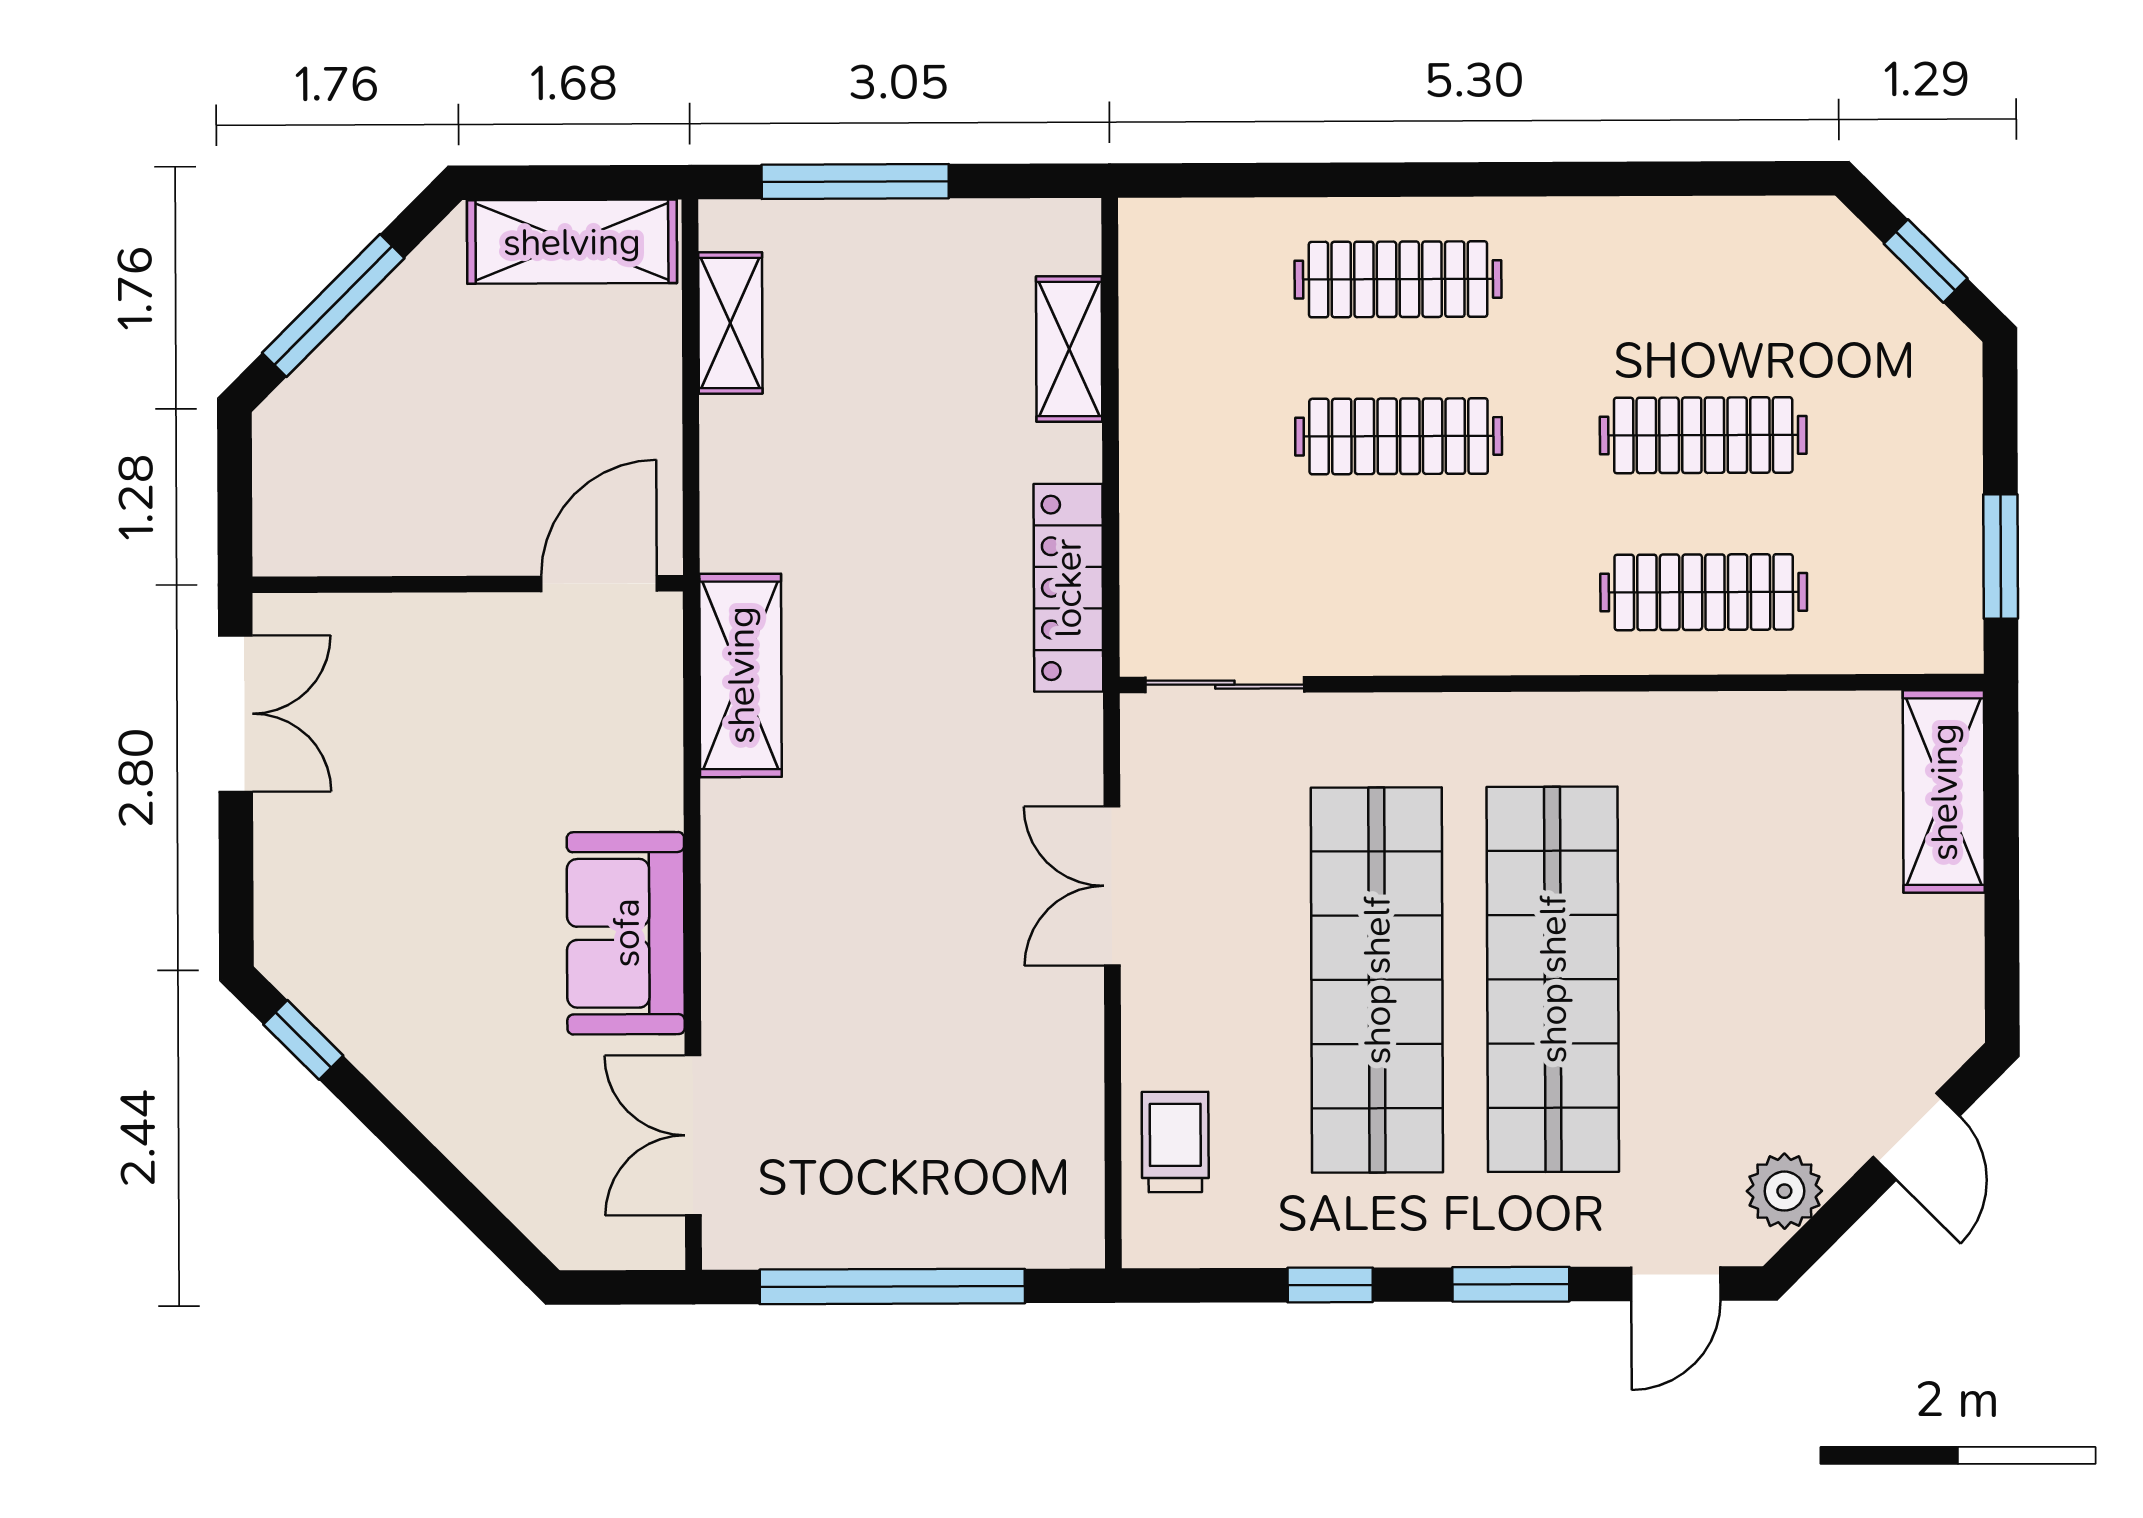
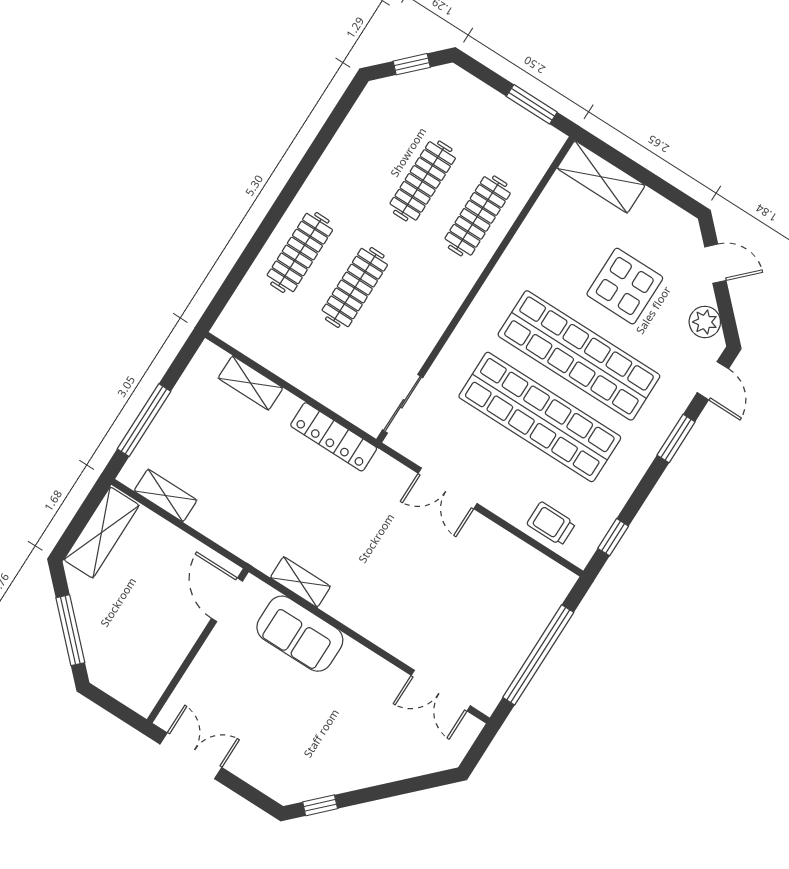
shelving: (741, 675) -> (300, 582), width x0.67, depth x0.75
sofa: (626, 933) -> (300, 634), moved
display table: (1753, 982) -> (625, 286), added
window: (1330, 1285) -> (613, 537), moved

